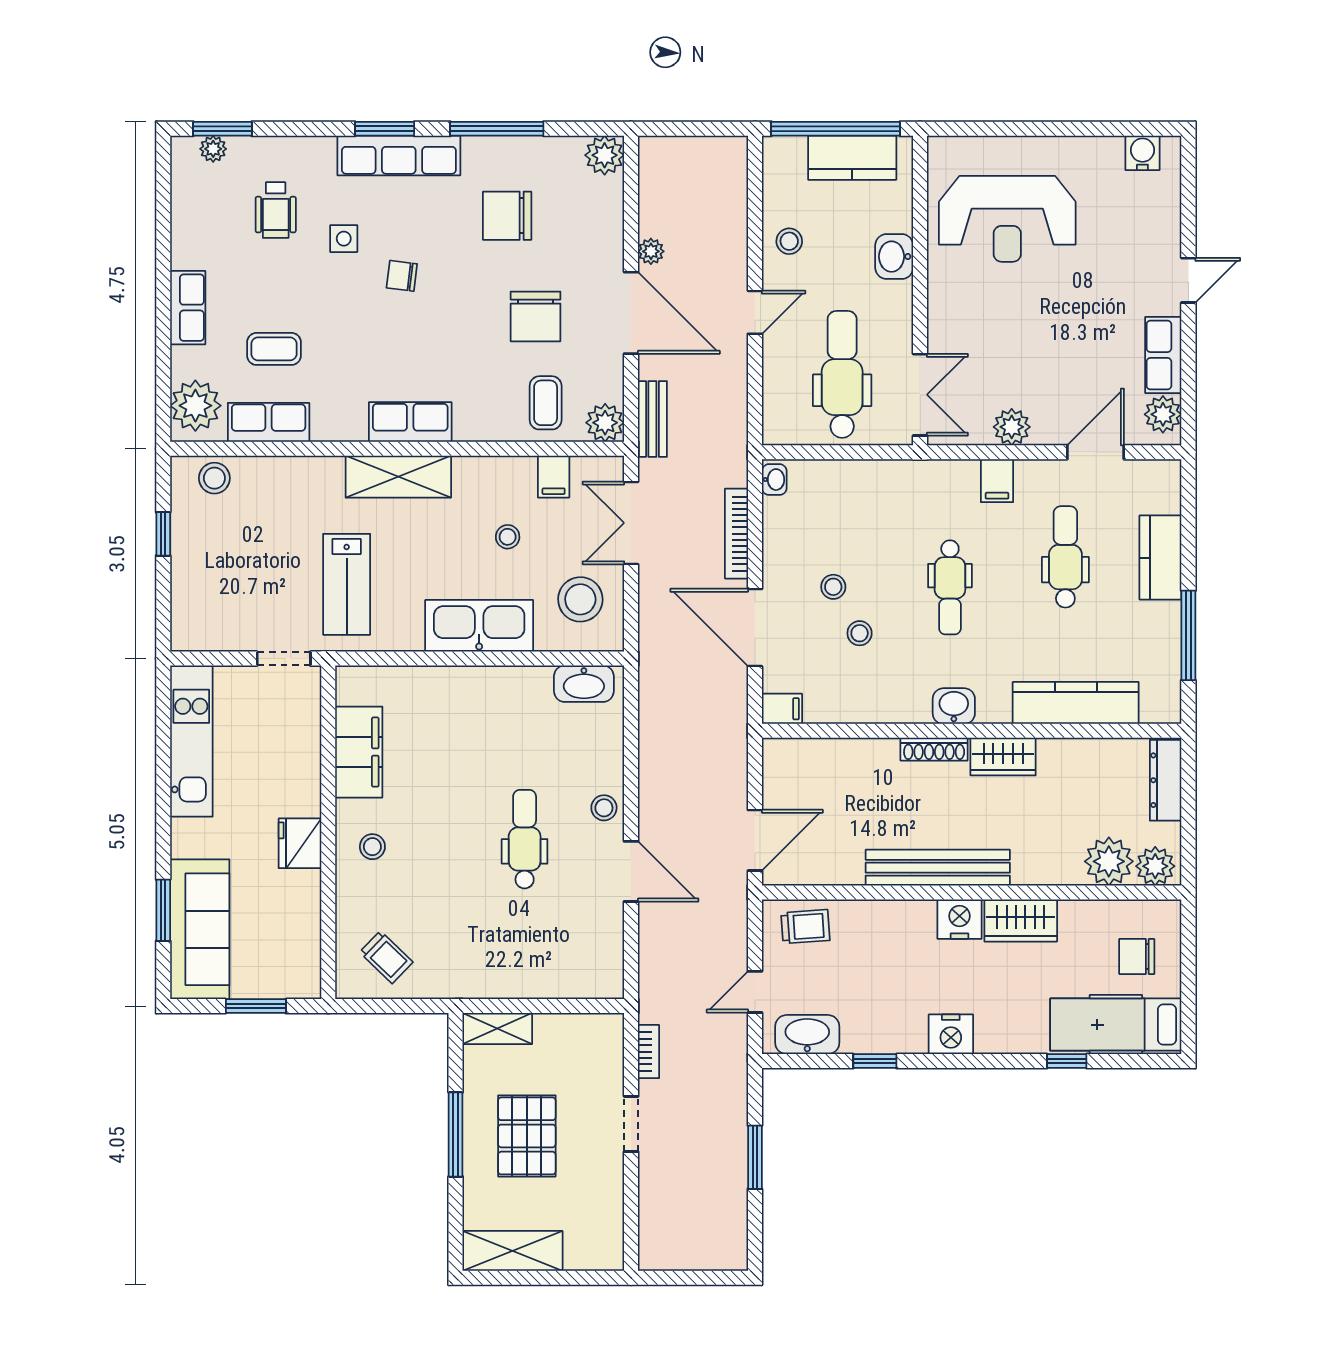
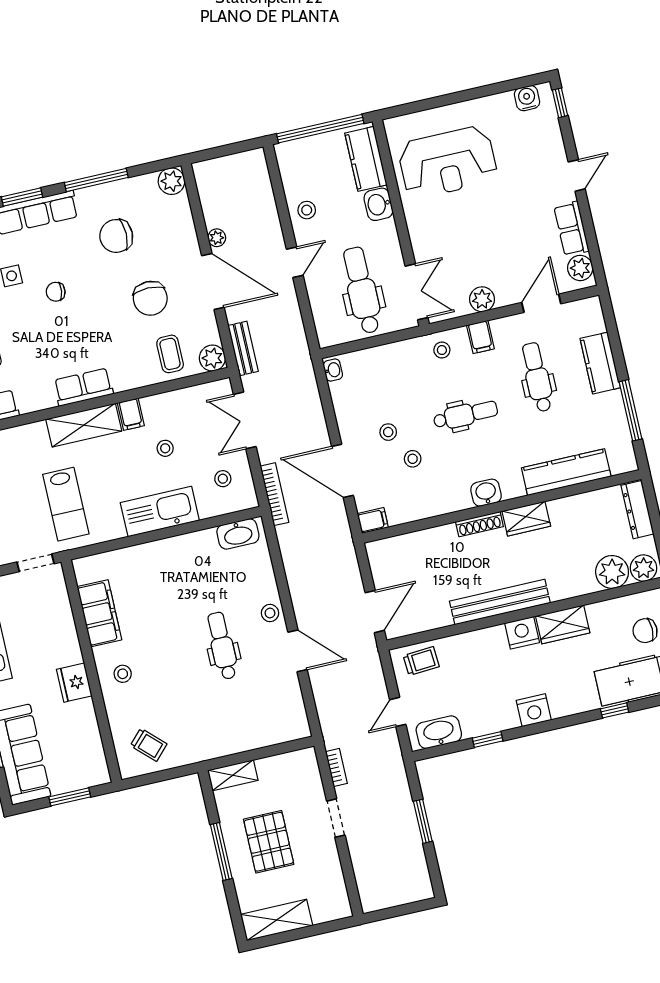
kitchen counter: (852, 158) -> (366, 159), moved, turned 90
window: (1188, 171) -> (560, 103), added
filing cabinet: (554, 477) -> (131, 414), moved
stool: (937, 487) -> (442, 350), added
bookcase: (736, 534) -> (274, 494), moved, turned 180
dental chair: (950, 587) -> (465, 415), turned -90
stool: (580, 599) -> (223, 479), width x0.53, depth x0.53

